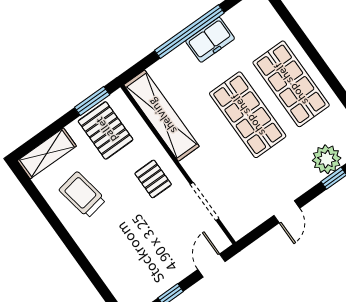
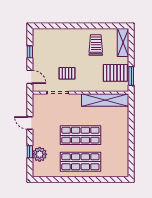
window: (189, 32) -> (131, 136), removed
freezer: (210, 40) -> (122, 142), removed
pallet: (153, 179) -> (67, 73), moved
trolley: (82, 195) -> (96, 45), turned -80

